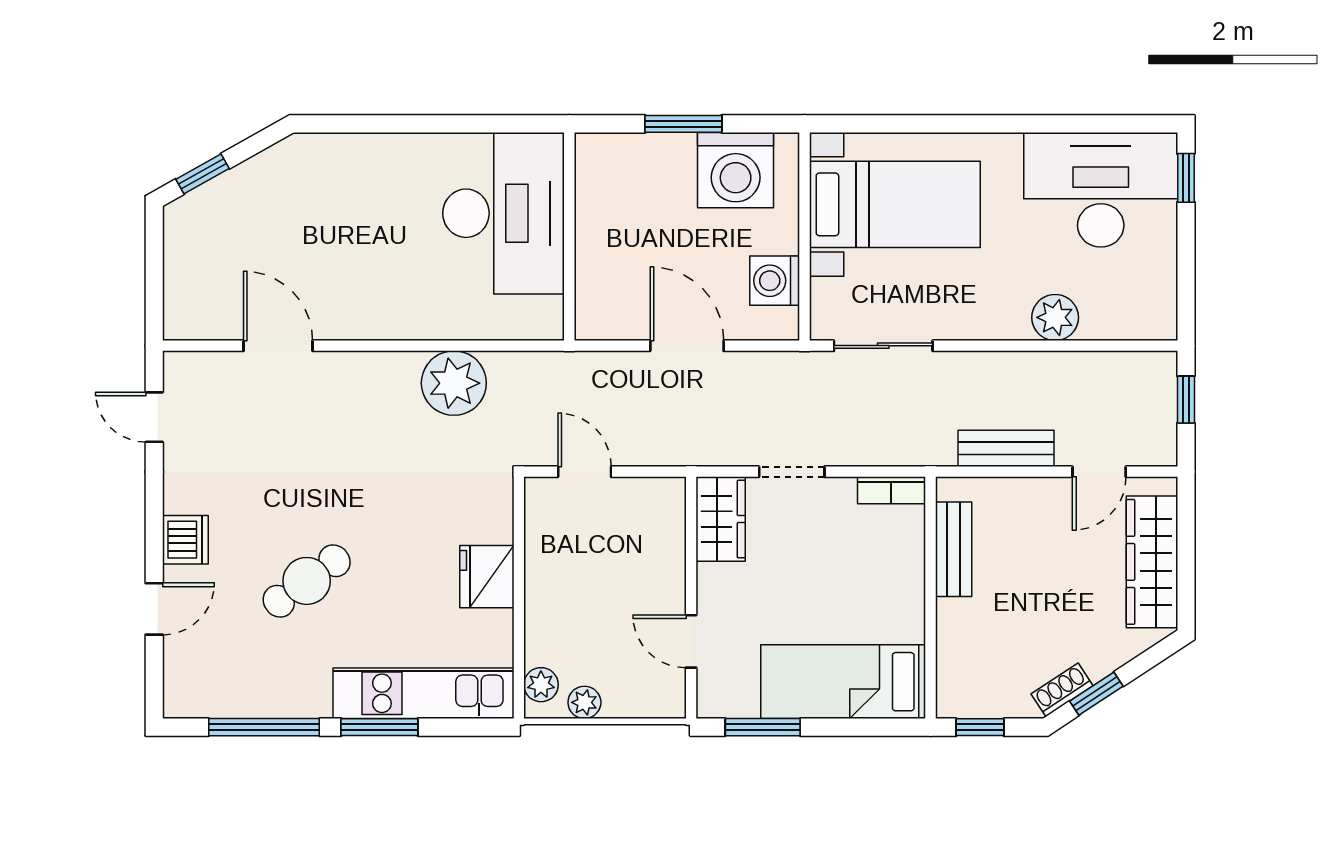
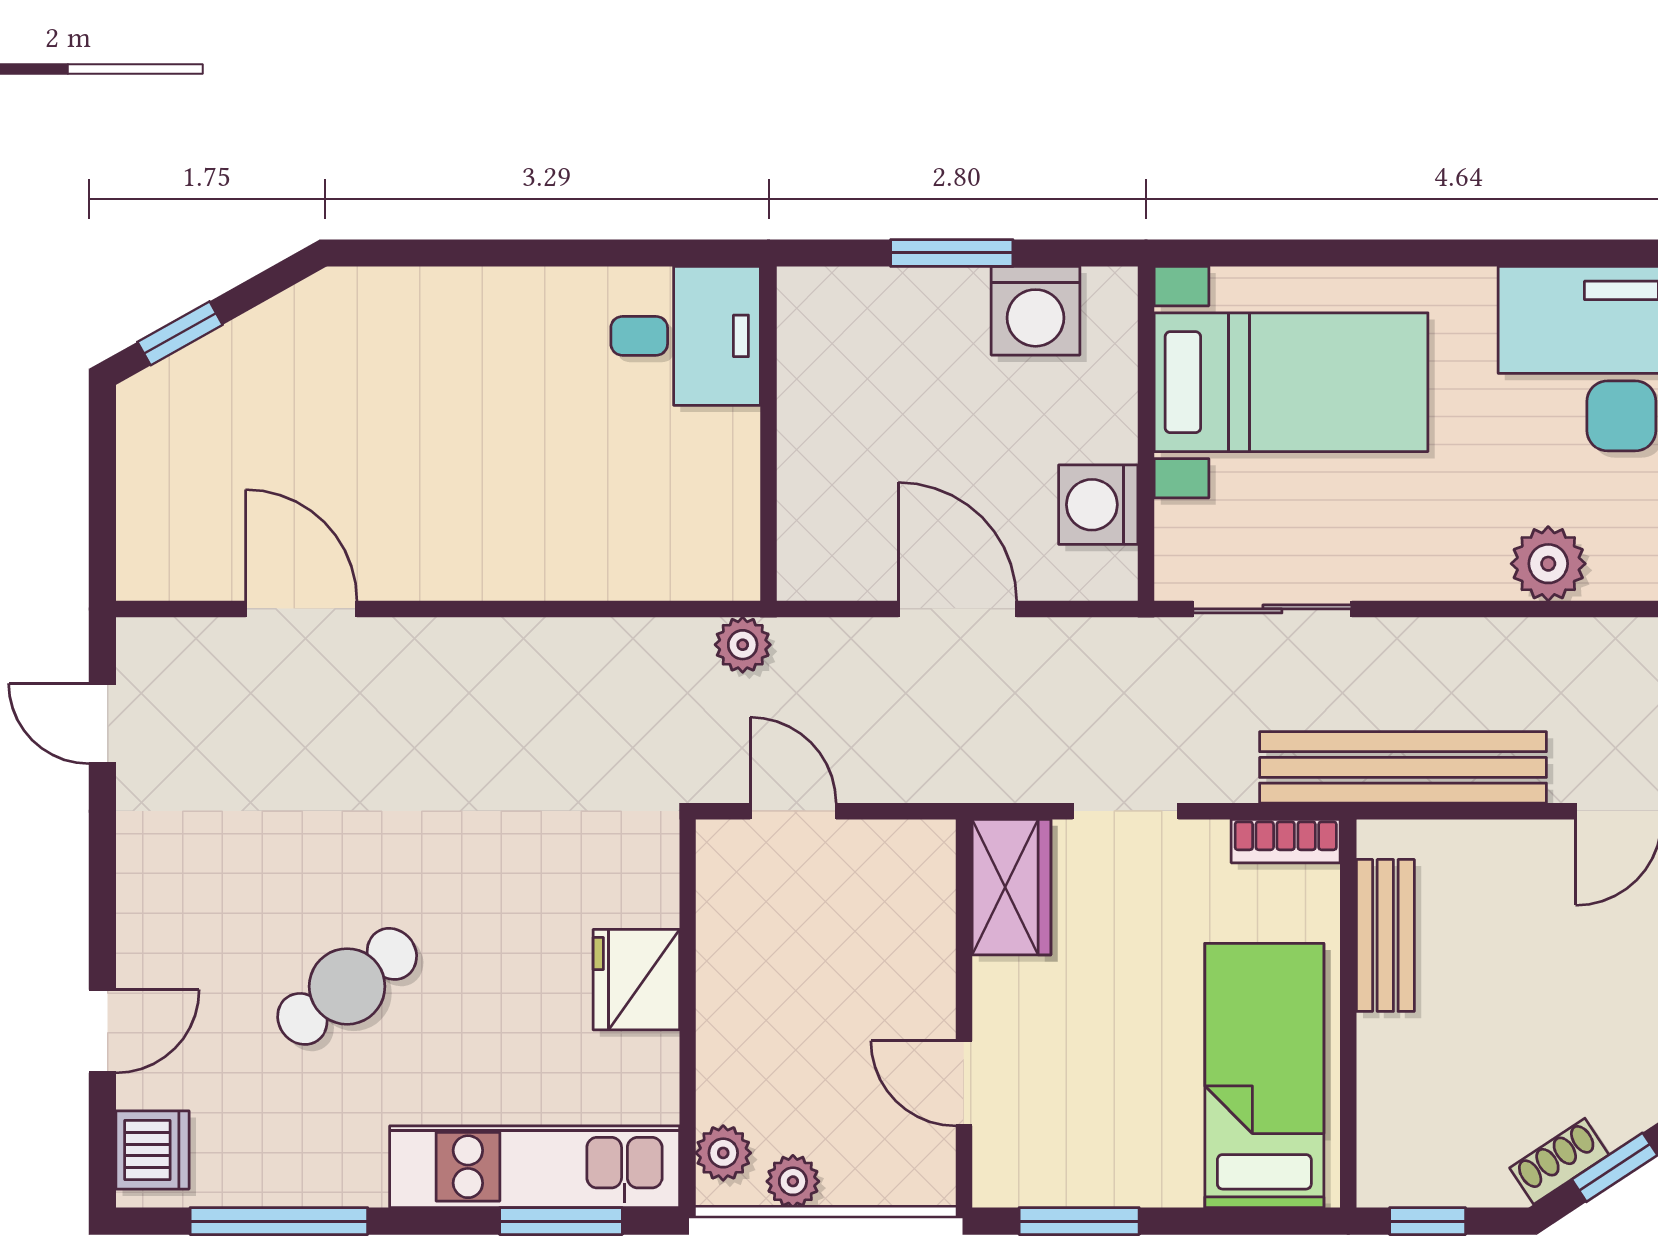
washing machine: (736, 170) -> (1035, 311), width x0.73, depth x0.73
desk: (504, 213) -> (686, 336), width x0.53, depth x0.77
plant: (454, 383) -> (743, 645), moved, width x0.53, depth x0.53
bench: (1006, 448) -> (1403, 767), width x1.86, depth x1.21
dishwasher: (185, 540) -> (153, 1150), moved
bed: (843, 682) -> (1264, 1075), moved, turned 90
window: (379, 727) -> (561, 1221), moved

